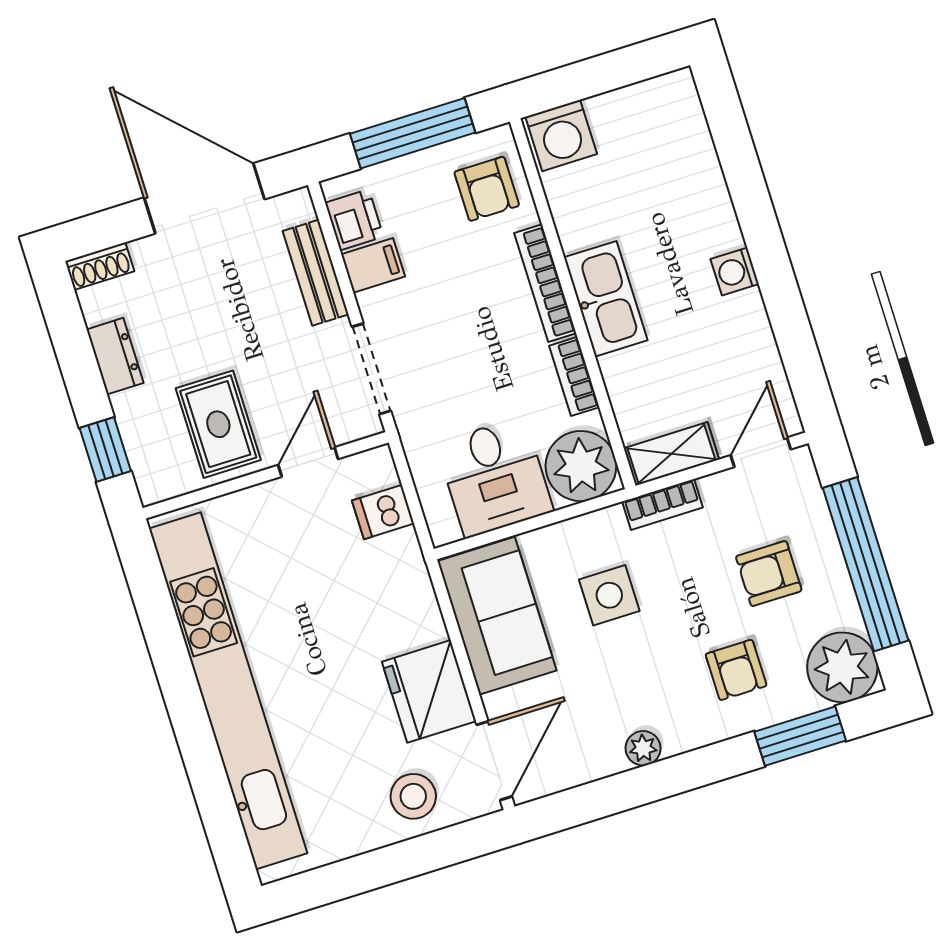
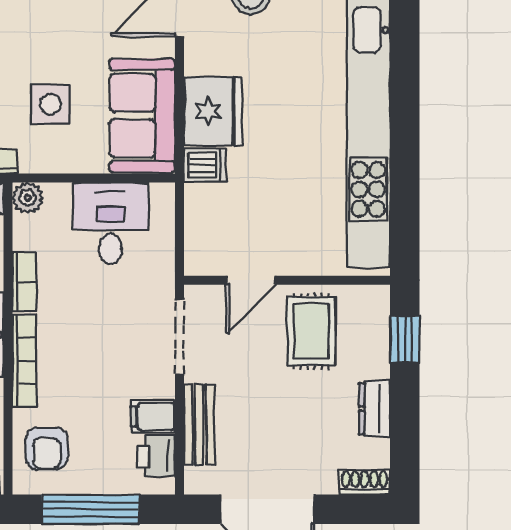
armchair: (487, 189) -> (47, 448), turned 180
plant: (581, 466) -> (28, 198), width x0.53, depth x0.53
dishwasher: (383, 512) -> (205, 165), moved
fridge: (429, 691) -> (213, 111), moved

